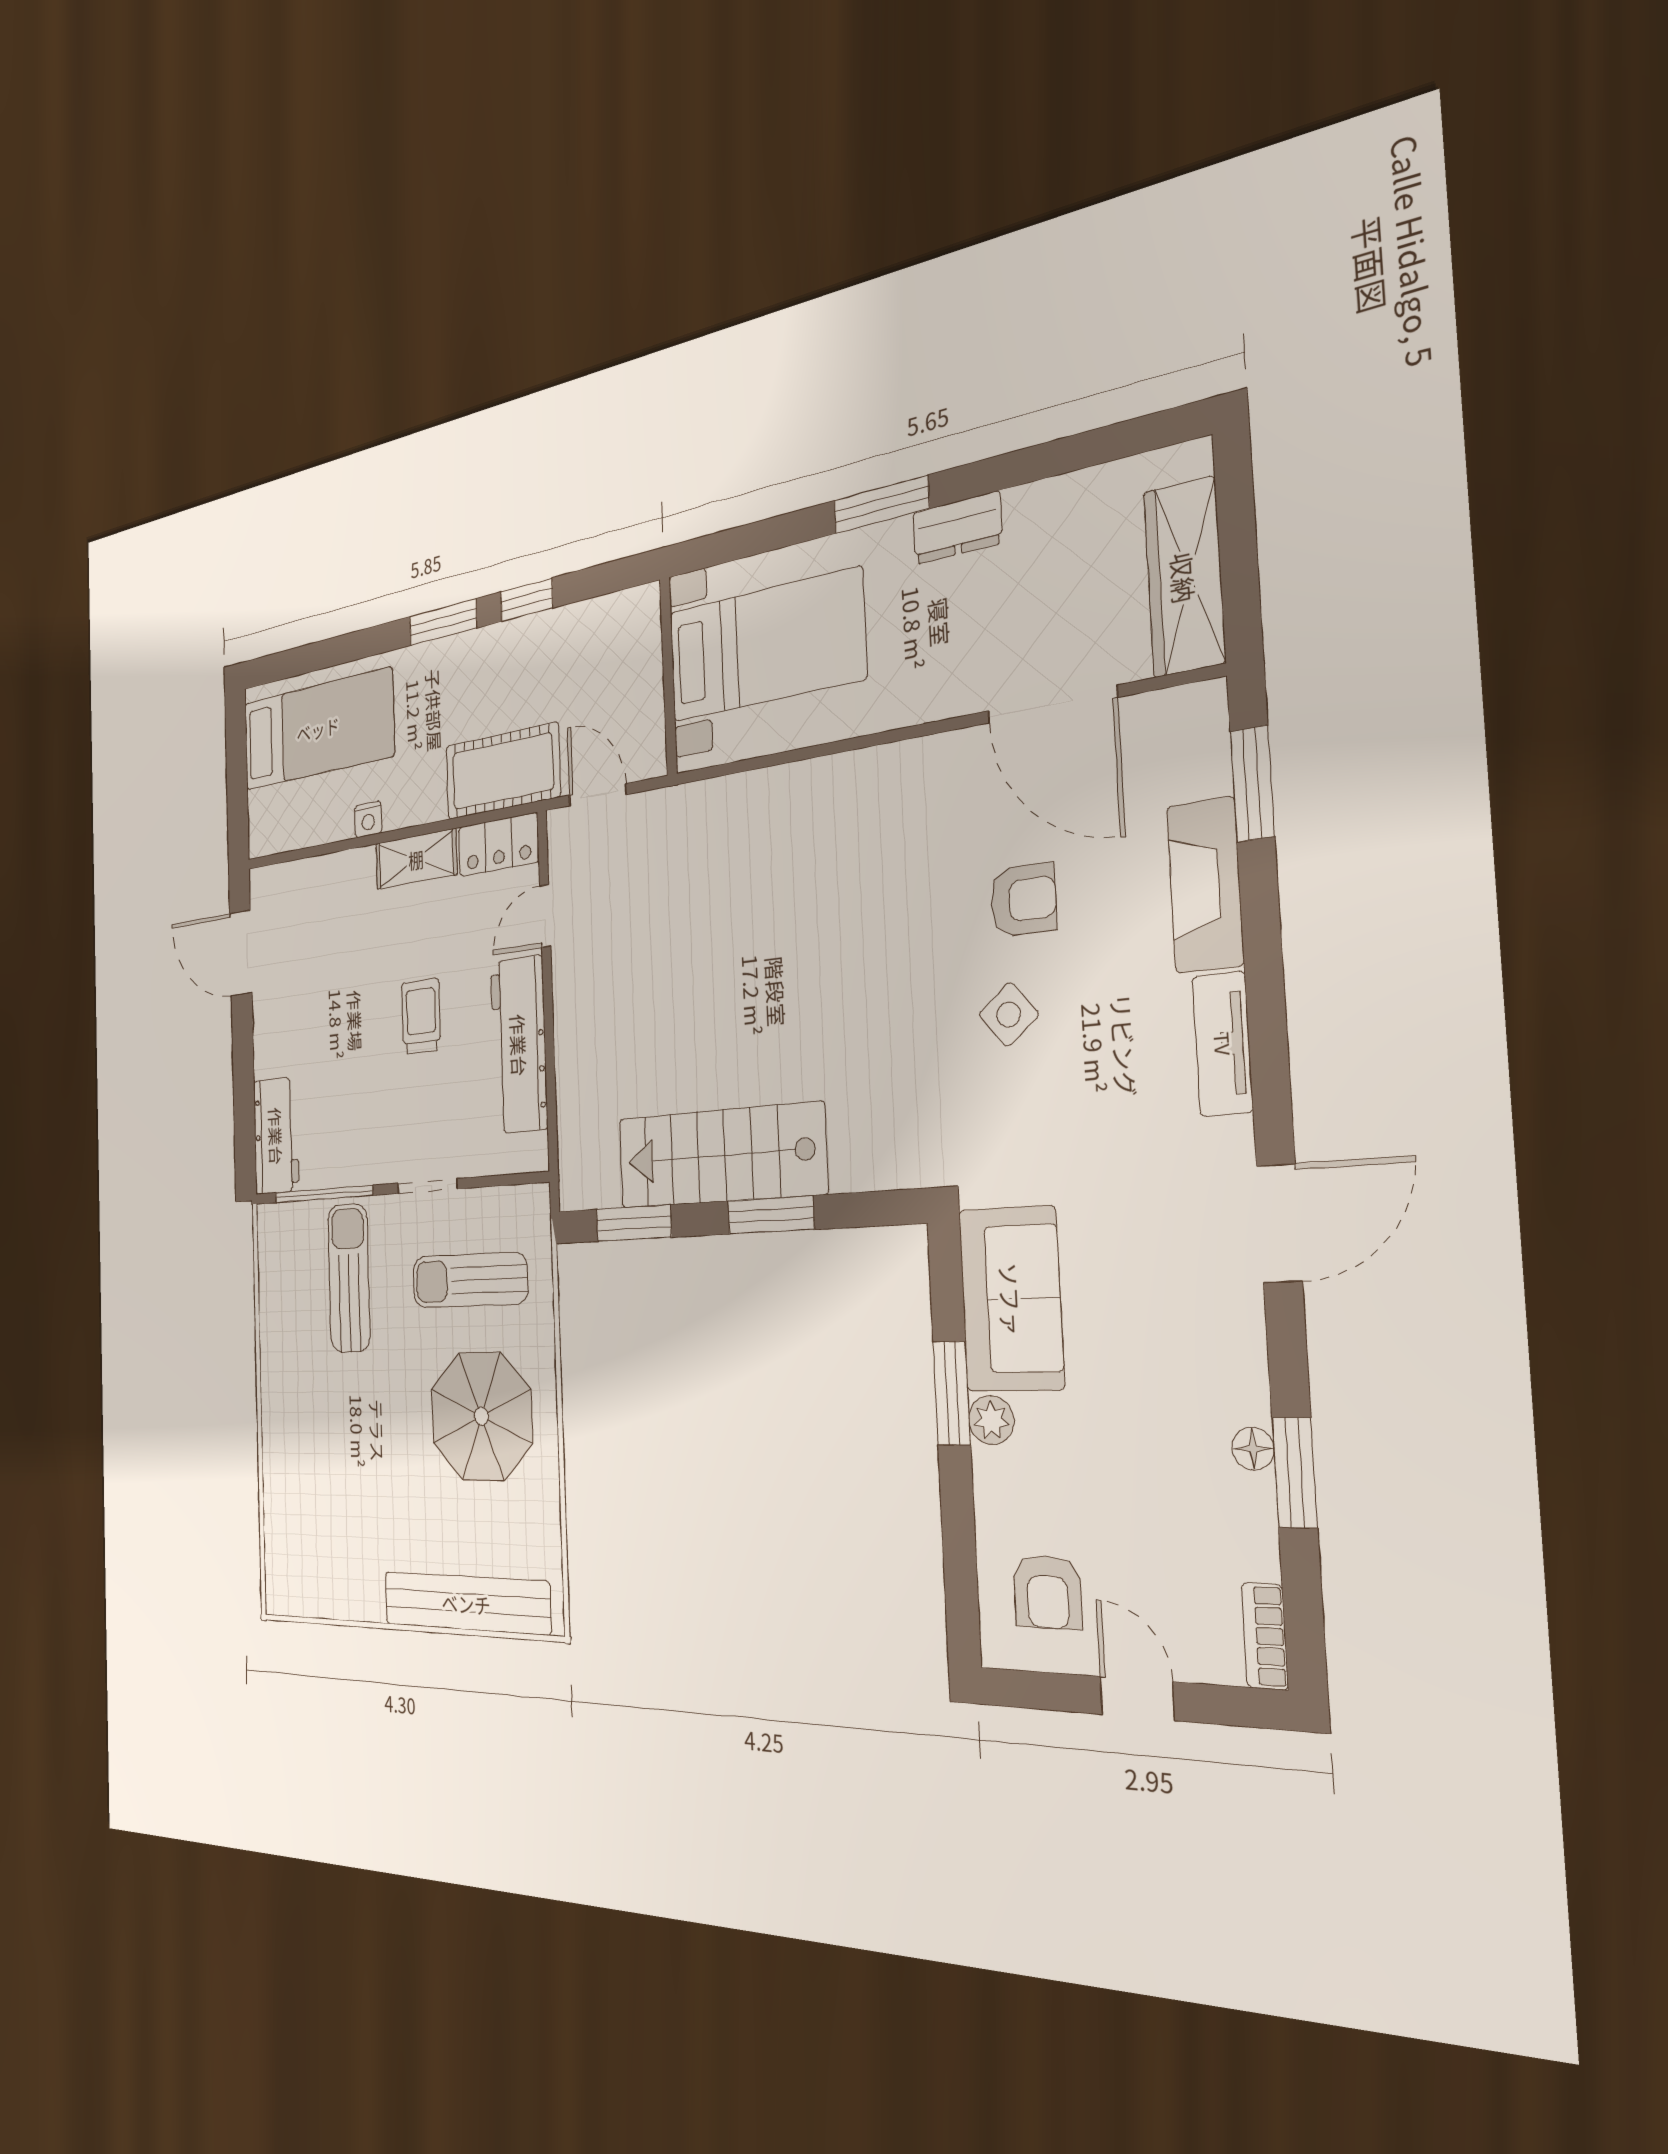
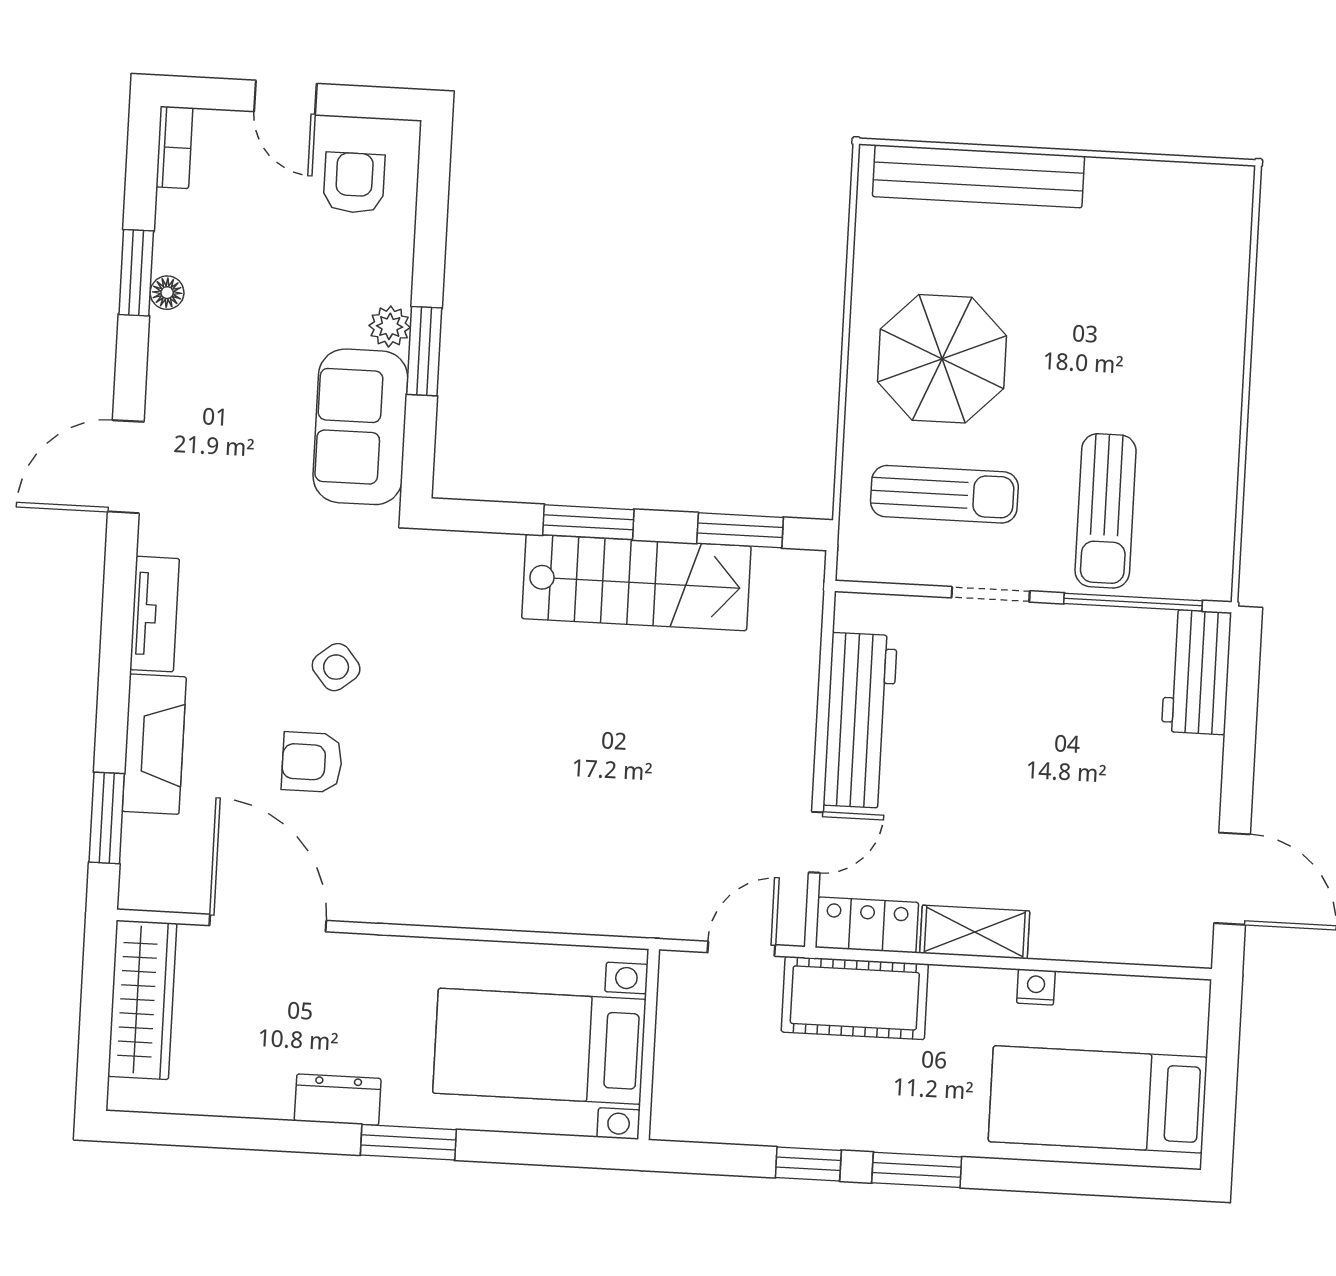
door: (598, 795) -> (741, 949), swing flipped
trolley: (421, 1016) -> (983, 769), removed

